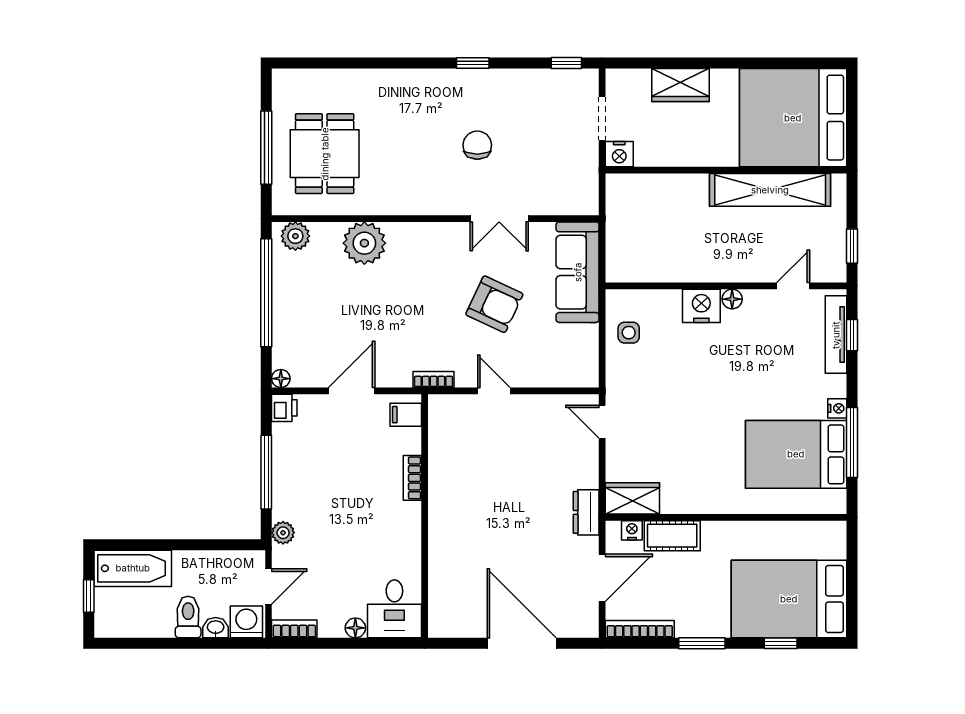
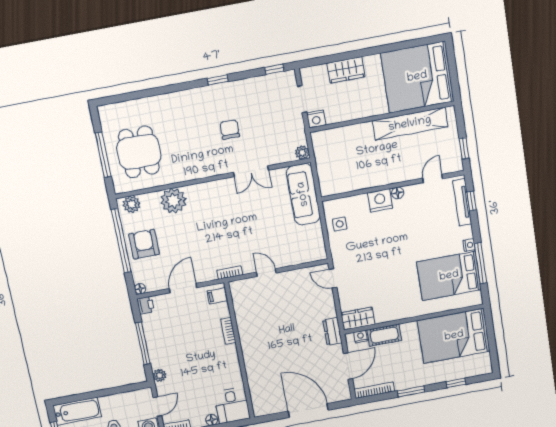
plant: (588, 204) -> (302, 153), added
armchair: (494, 304) -> (144, 244), moved, turned -115
bed: (789, 599) -> (454, 336), moved

